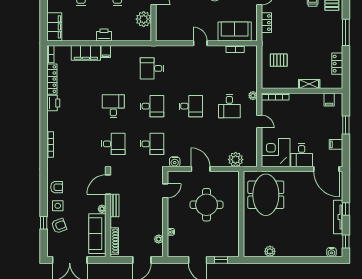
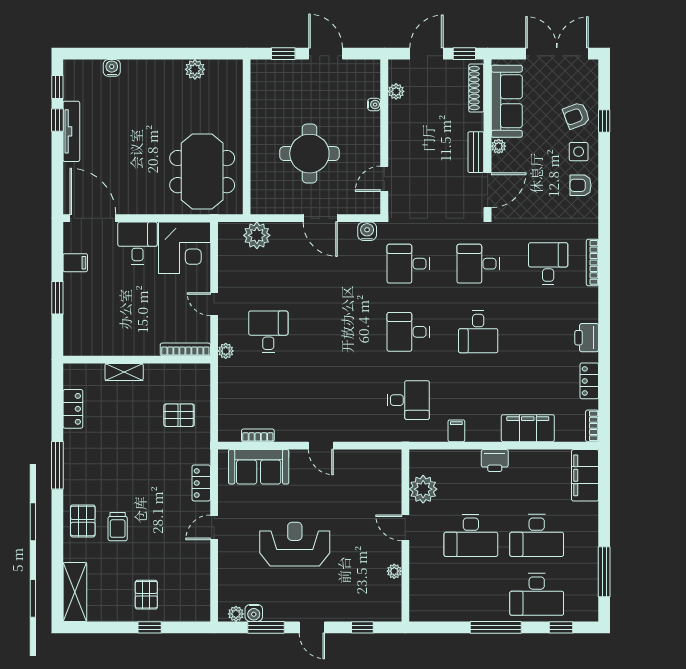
filing cabinet: (106, 51) -> (456, 431), moved
locker: (52, 79) -> (589, 381), width x0.66
filing cabinet: (329, 100) -> (88, 344), removed
desk: (191, 106) -> (548, 264), moved, turned 90
window: (346, 209) -> (57, 120), moved
water cooler: (331, 252) -> (112, 68), moved
window: (121, 260) -> (464, 54), added

